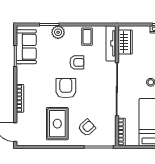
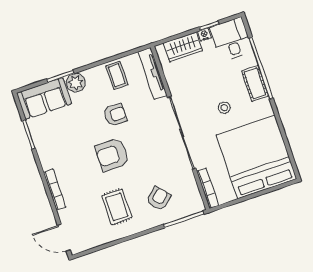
wardrobe: (125, 42) -> (183, 47), moved, turned 90
sofa: (26, 47) -> (44, 98), moved, turned 90
armchair: (66, 88) -> (112, 155), turned -90
rug: (57, 124) -> (117, 207), width x0.73, depth x0.70

